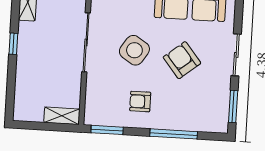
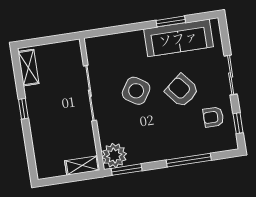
armchair: (140, 102) -> (213, 117), moved
window: (233, 106) -> (238, 123), width x0.67
plant: (97, 113) -> (114, 155), added

